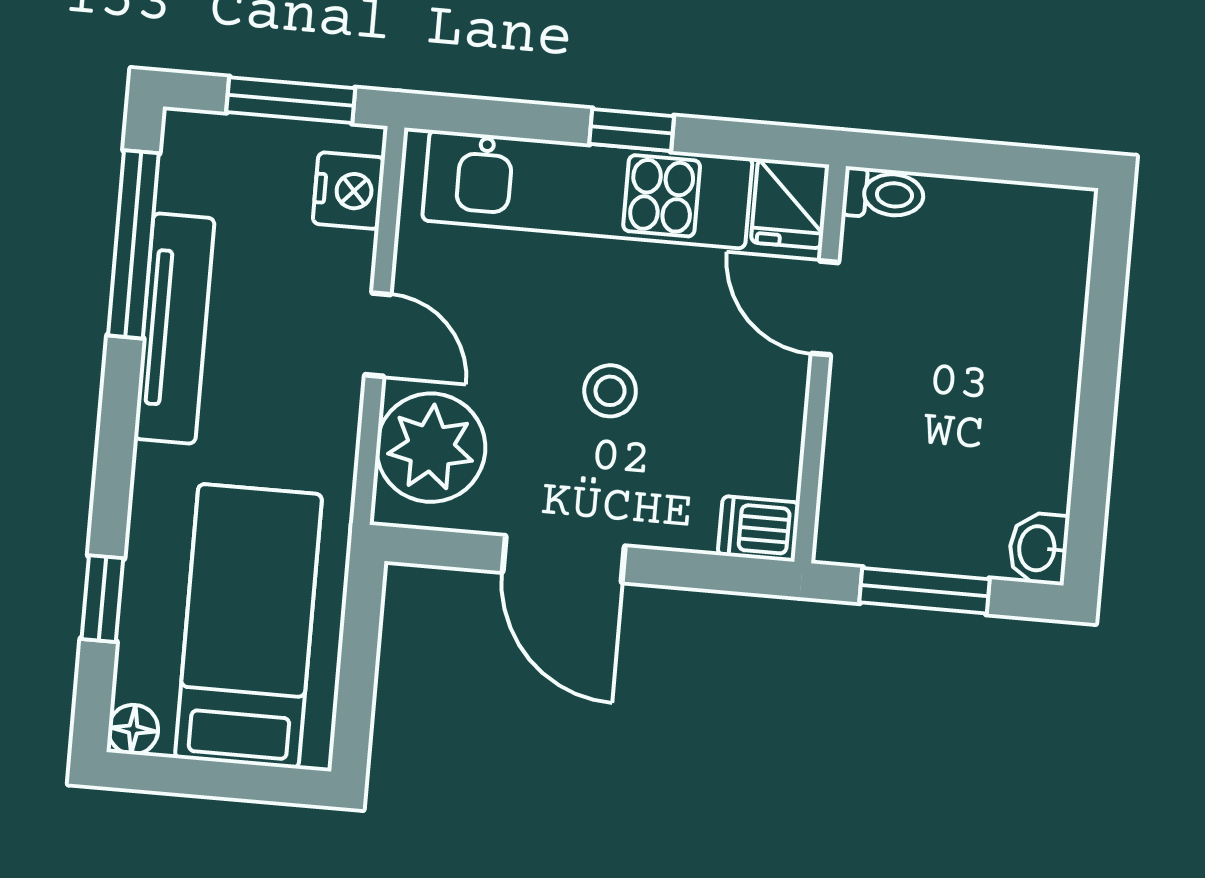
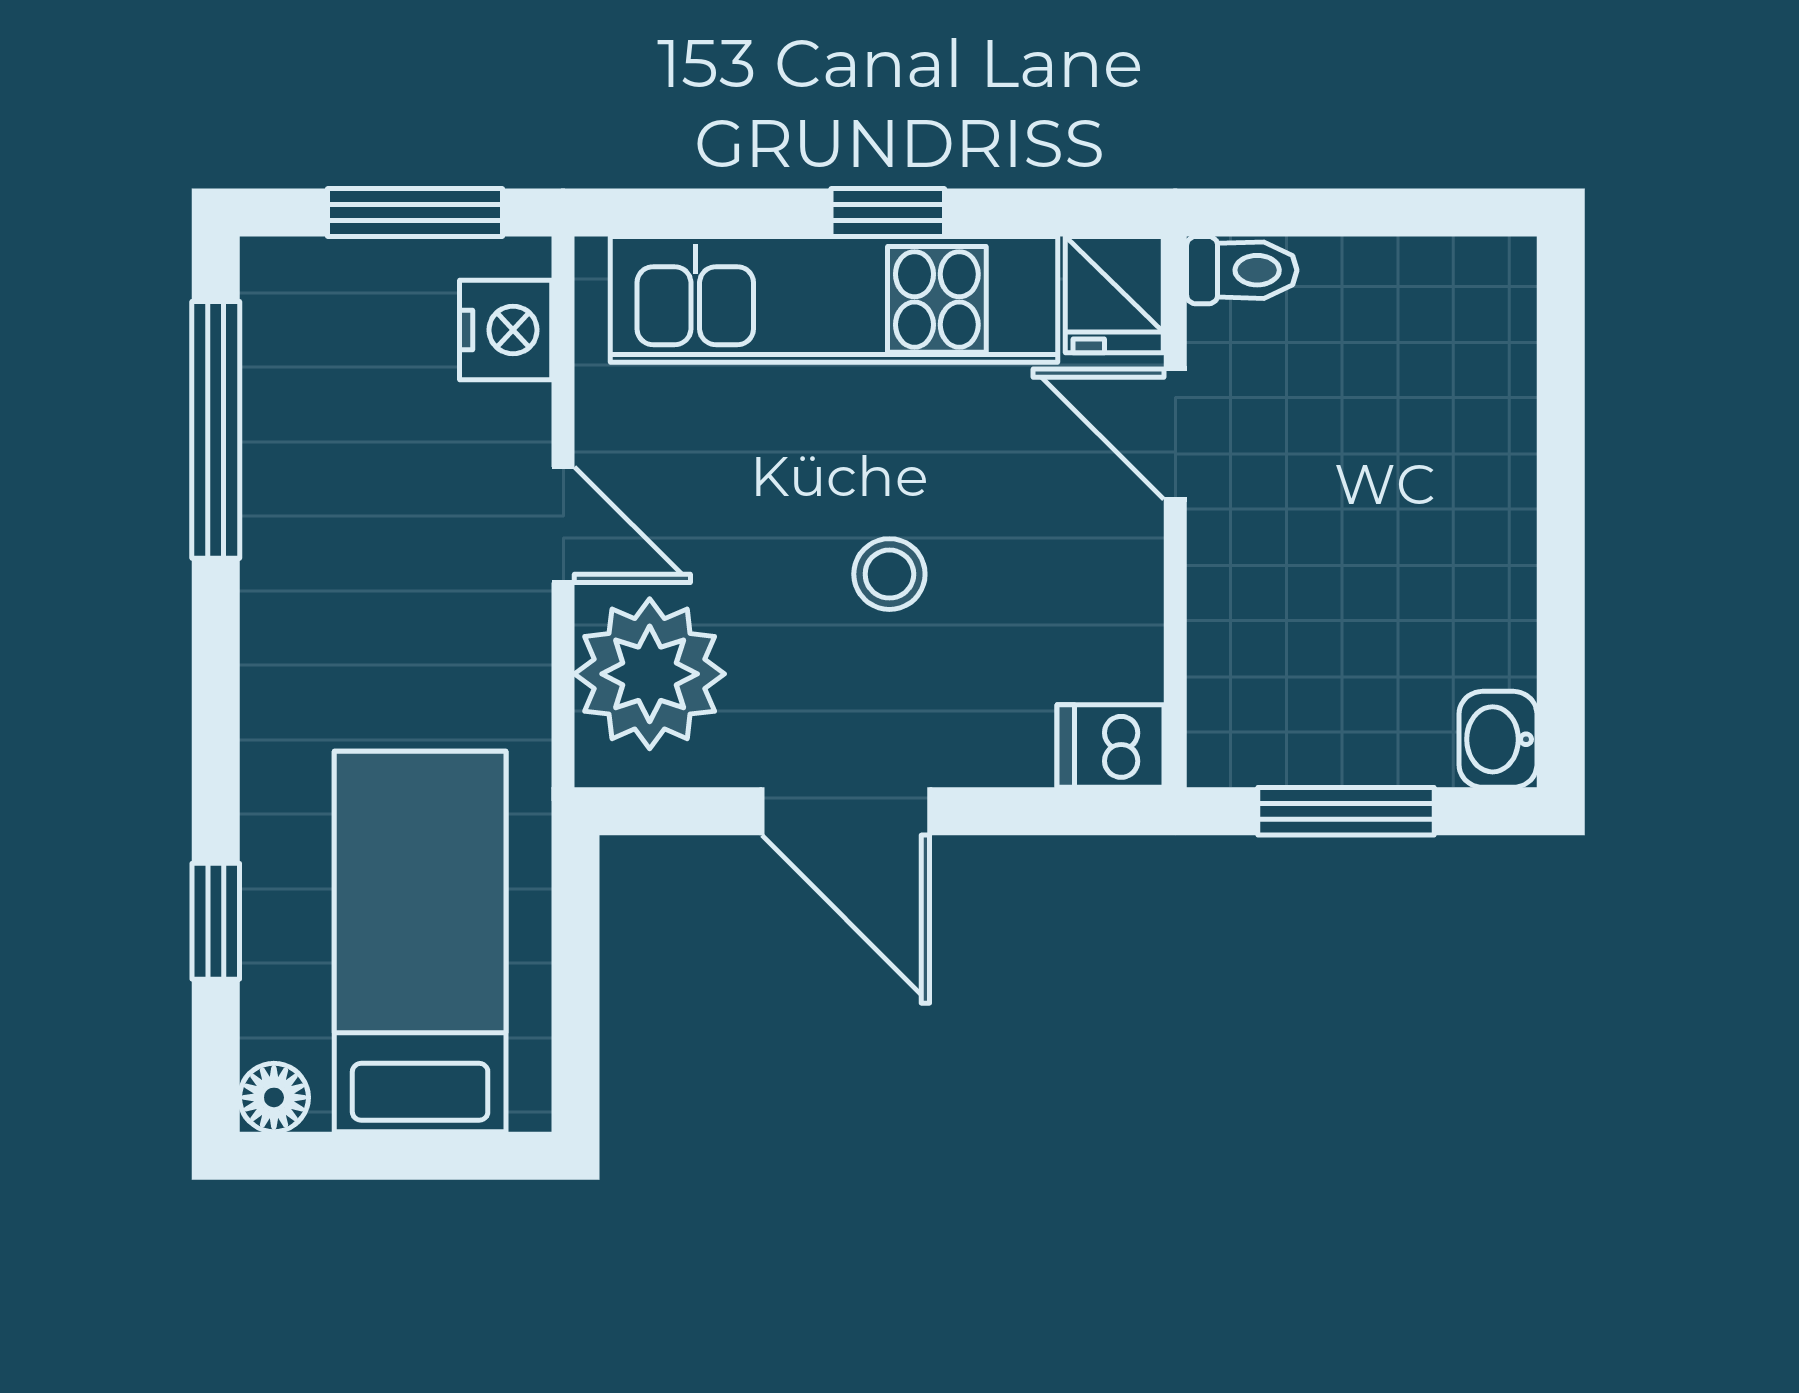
tv unit: (174, 328) -> (282, 541), removed

